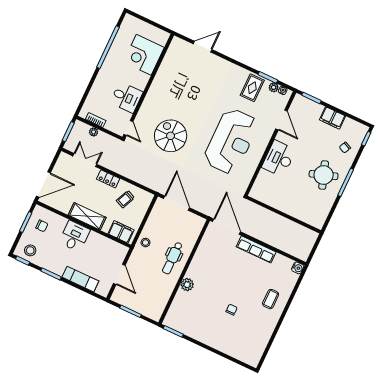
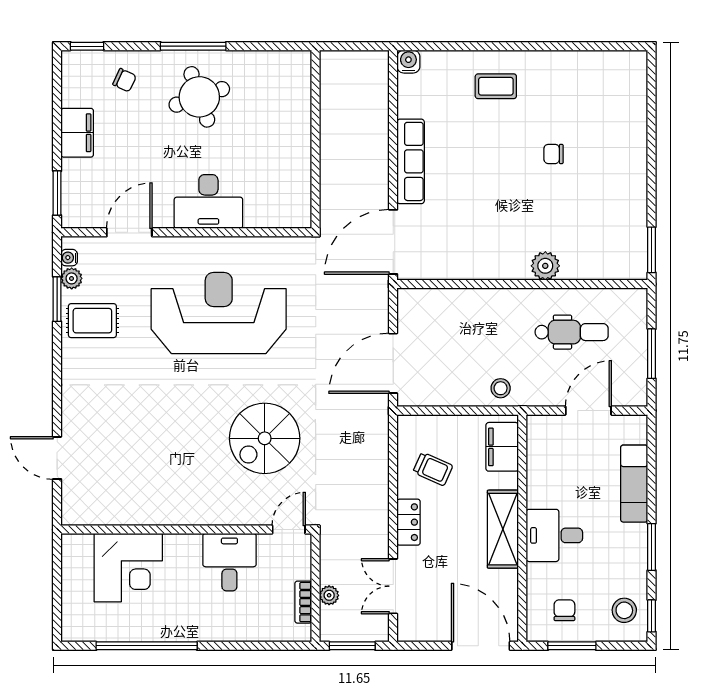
dental chair: (172, 258) -> (572, 332), moved

